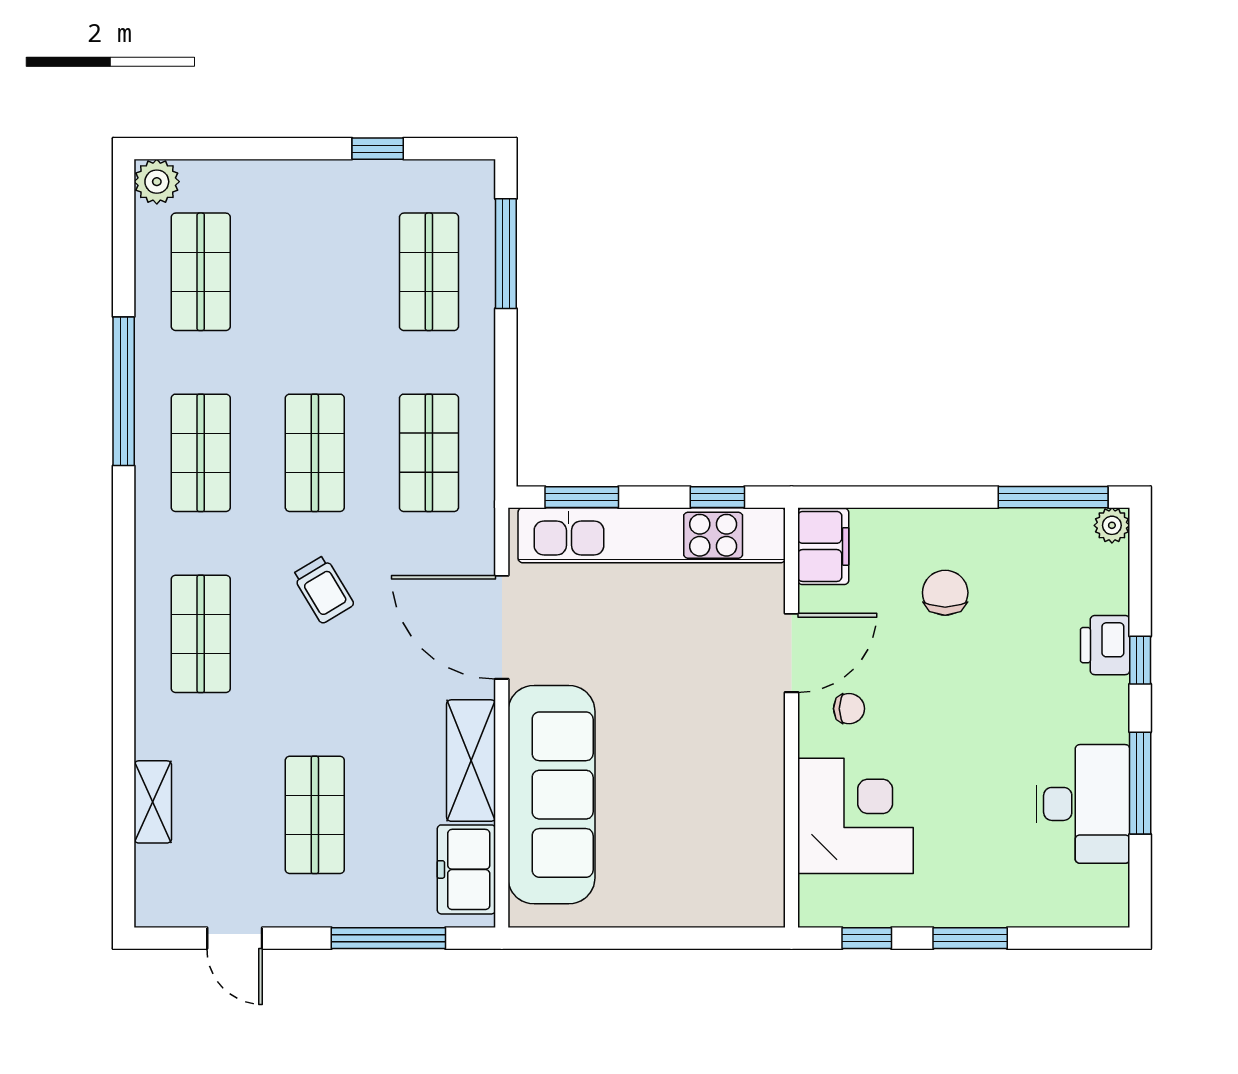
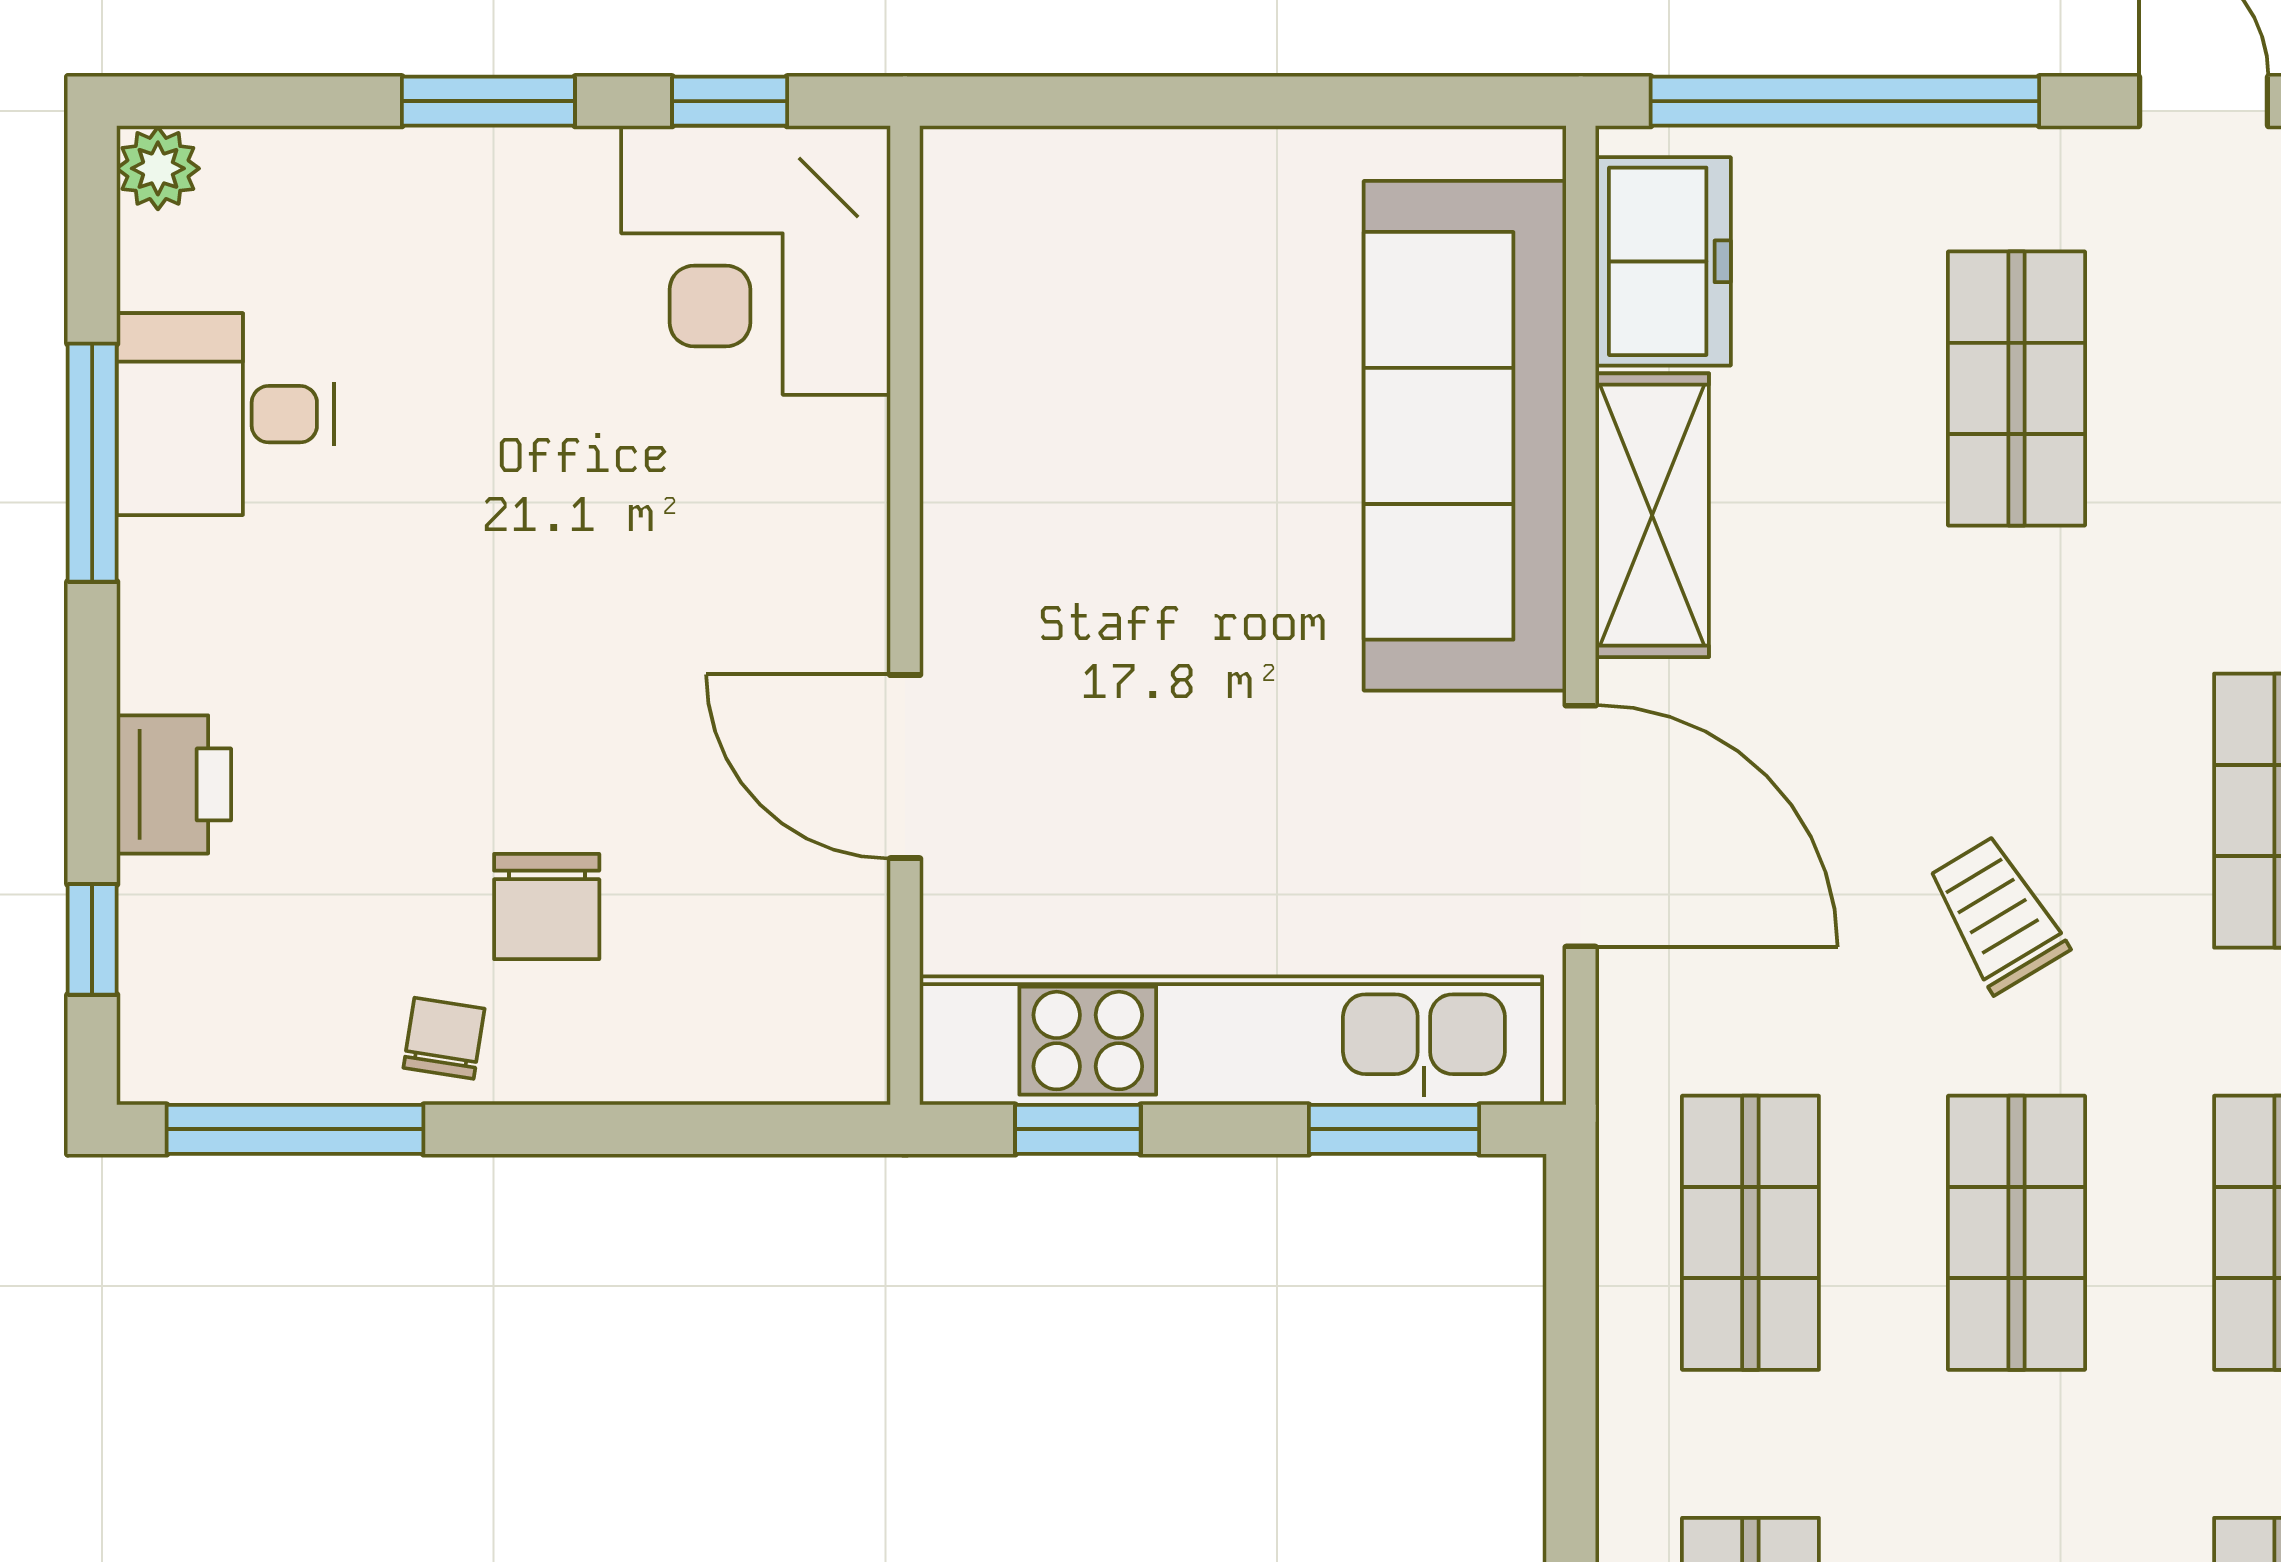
plant: (1112, 525) -> (158, 168), moved
filing cabinet: (823, 546) -> (831, 1015), removed
door: (791, 653) -> (905, 767), hinge flipped
window: (1140, 660) -> (92, 939), moved
chair: (849, 709) -> (444, 1038), moved, turned 99
desk: (1083, 804) -> (226, 414), width x0.73
corner desk: (856, 816) -> (756, 260), moved
window: (388, 938) -> (1845, 101), width x1.46

